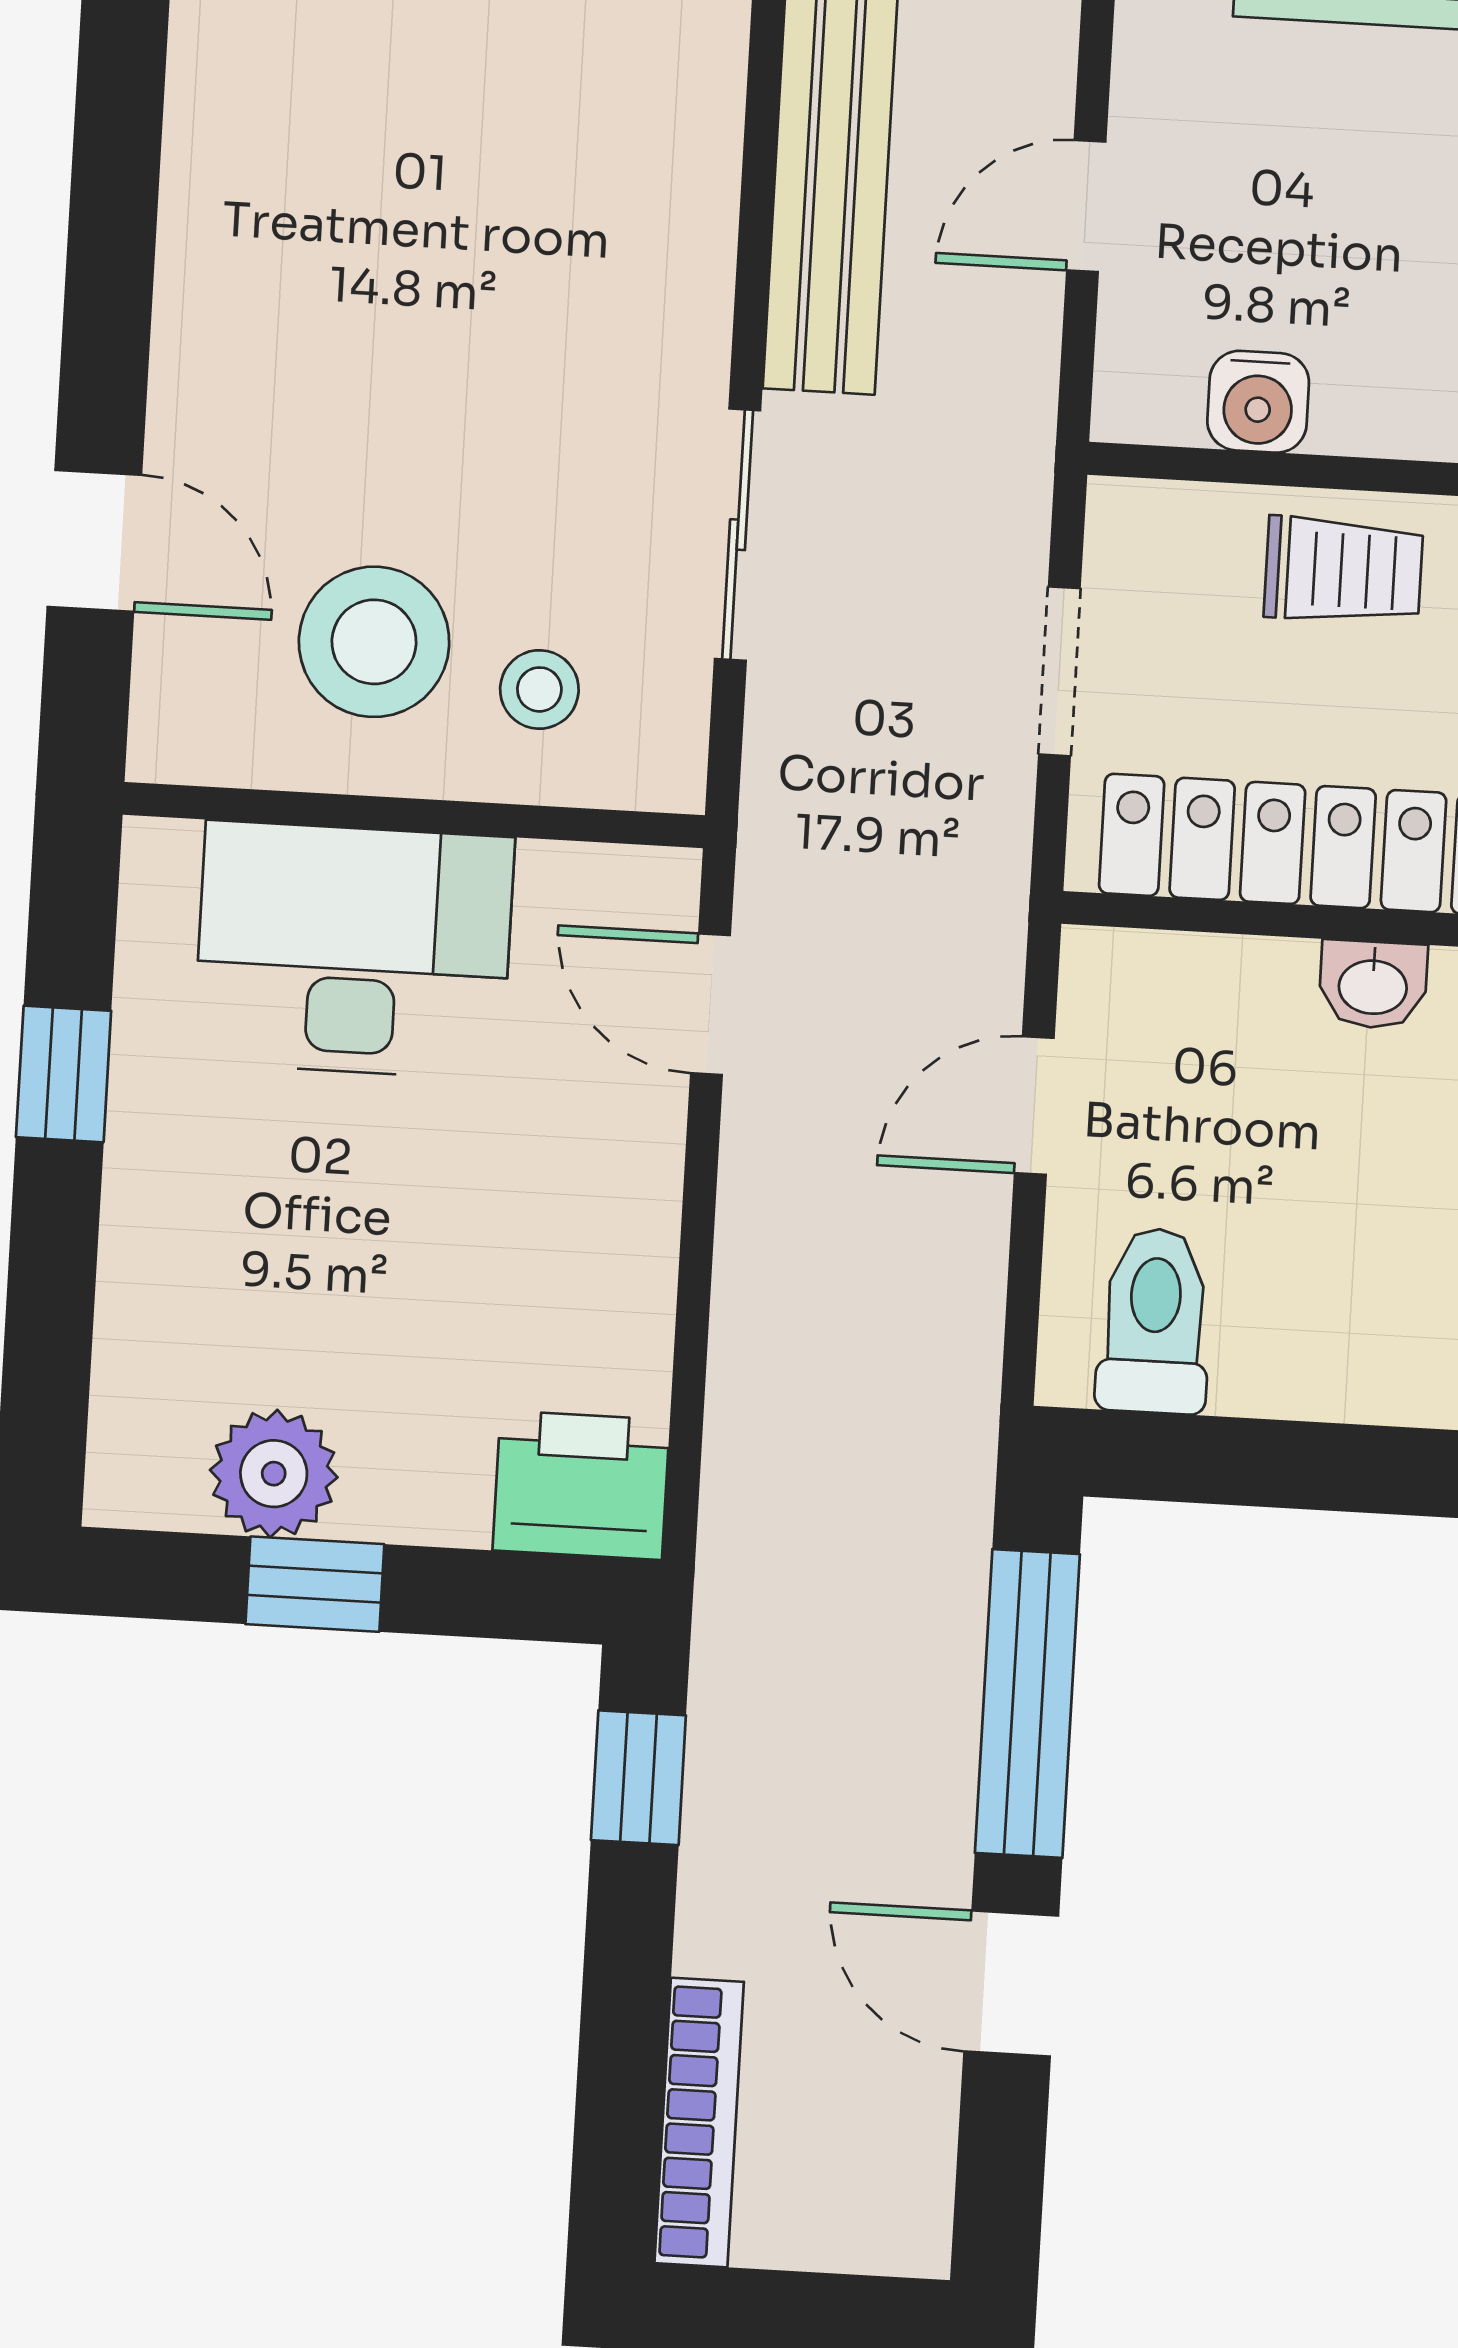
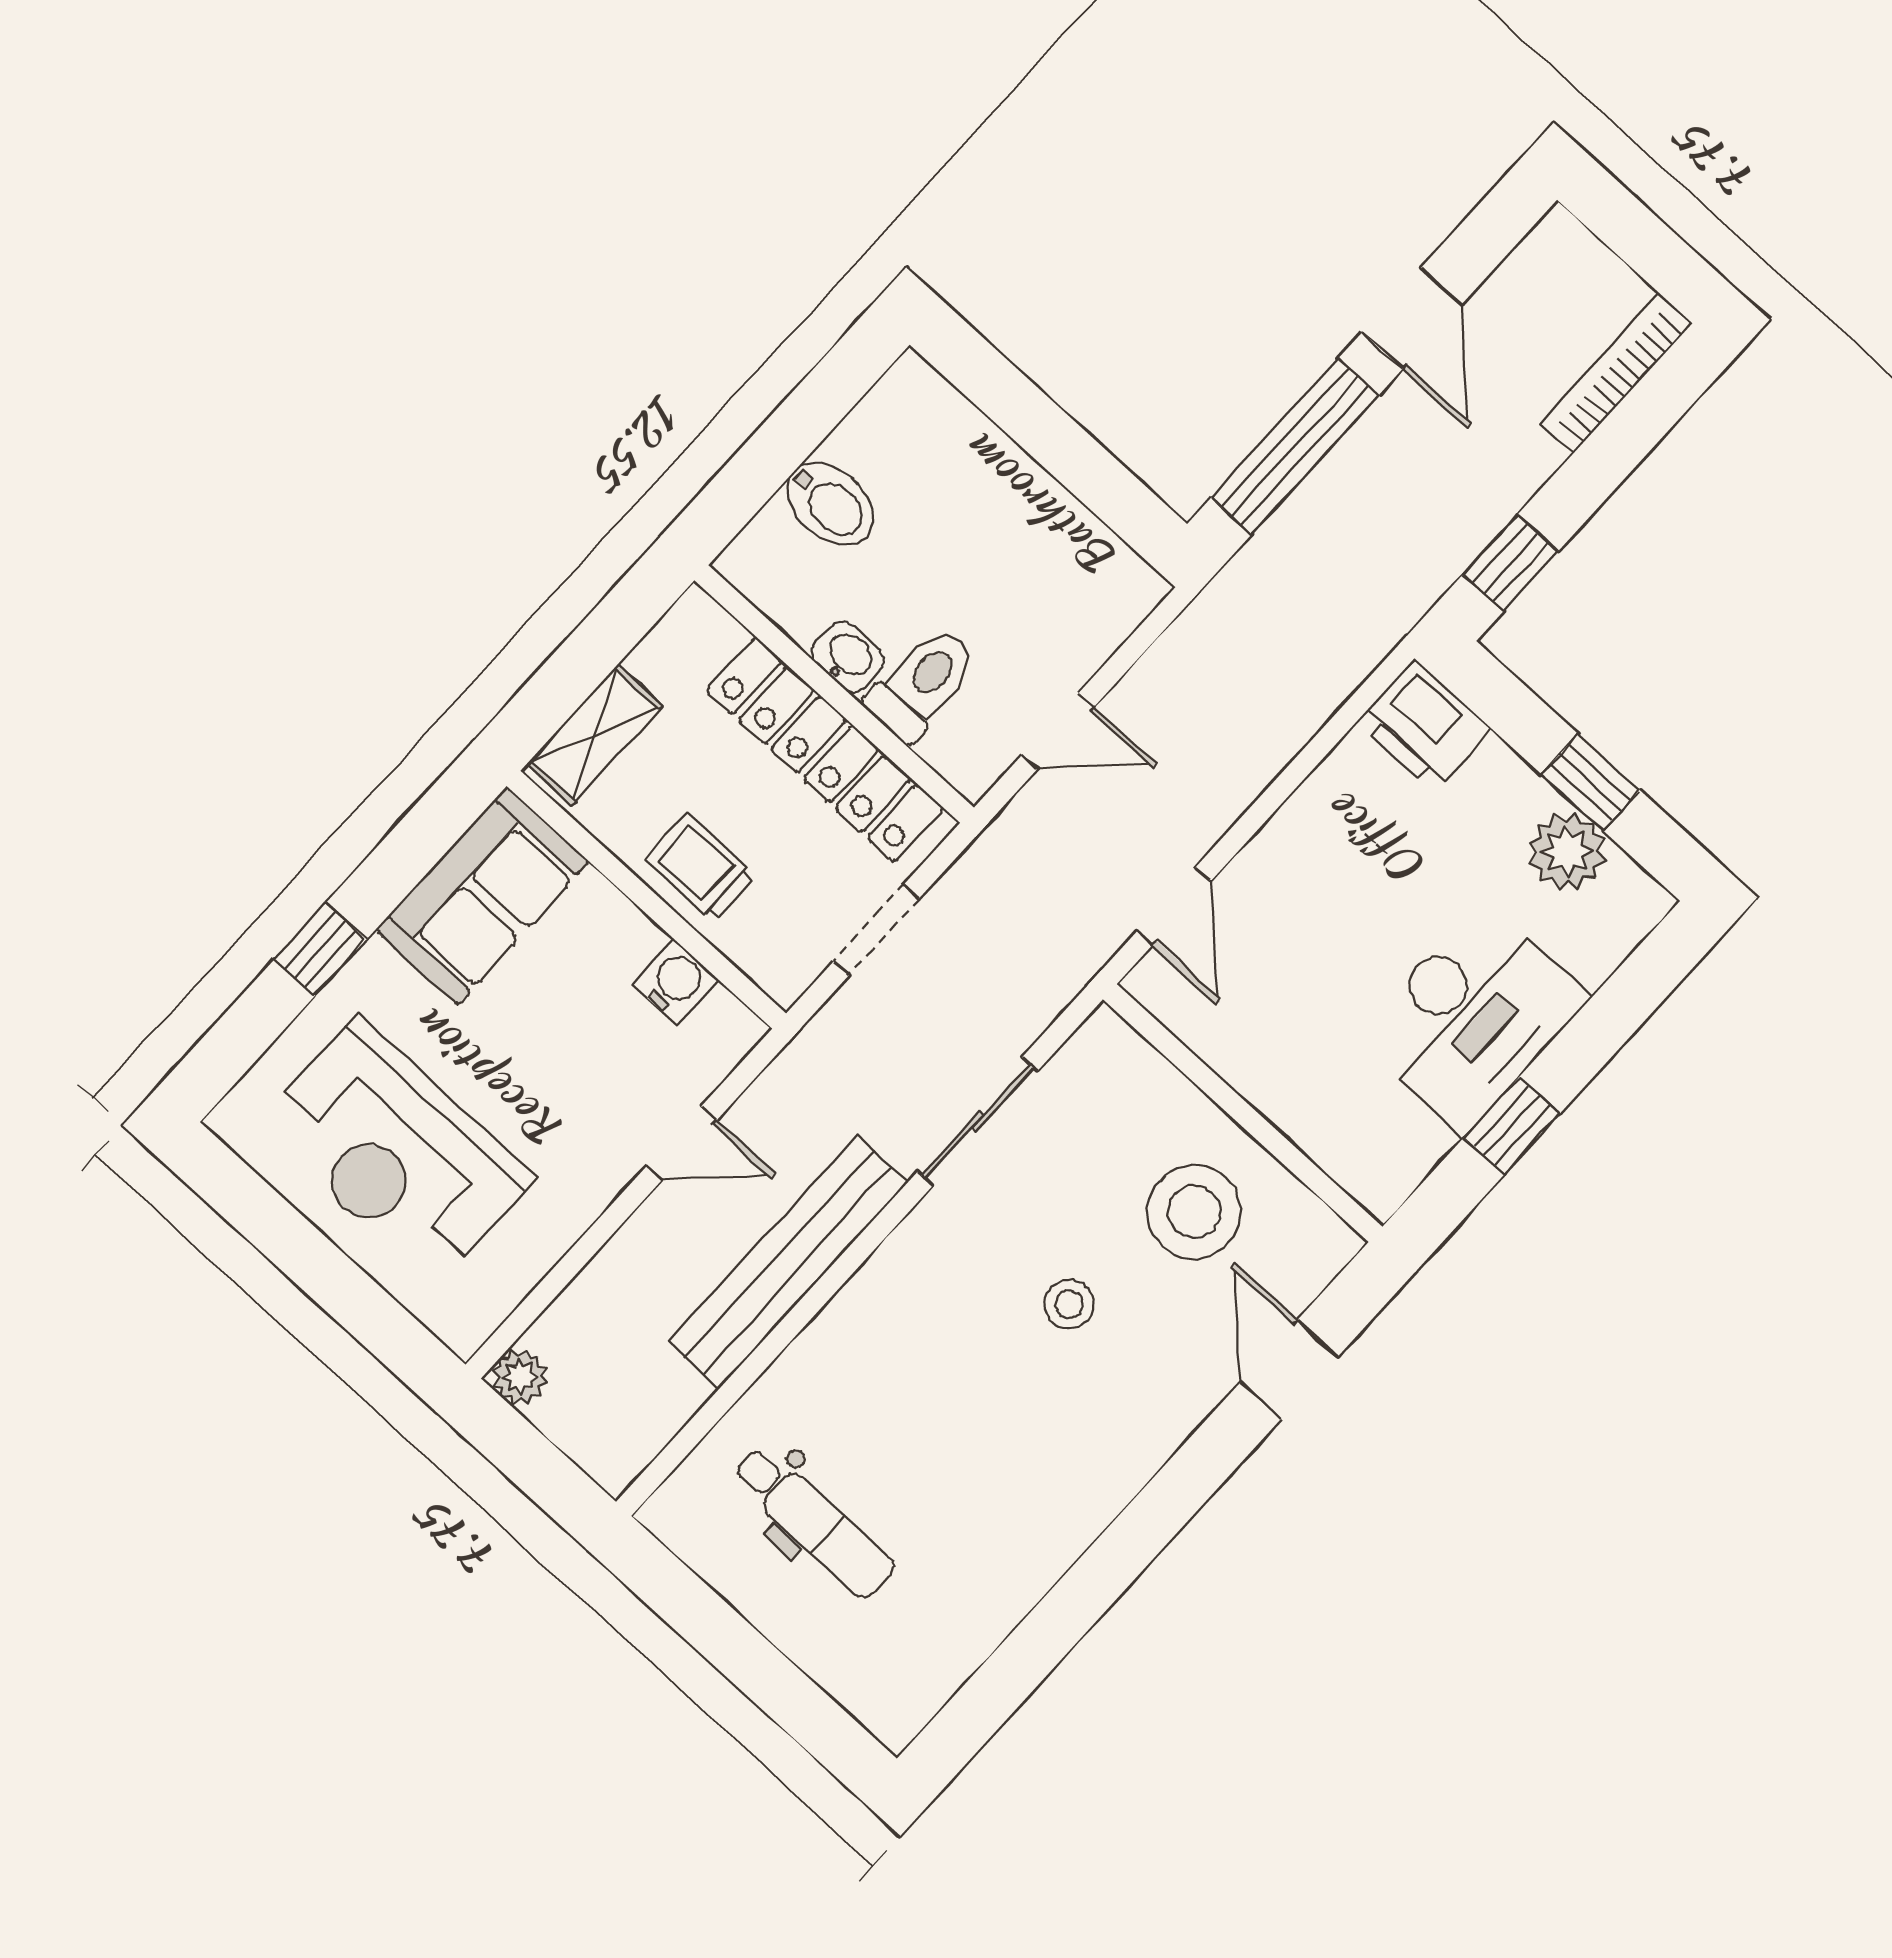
stool: (539, 689) -> (1069, 1304), moved
desk: (354, 950) -> (1472, 1017), moved, turned -90
toilet: (1154, 1321) -> (922, 684), moved, turned 180

